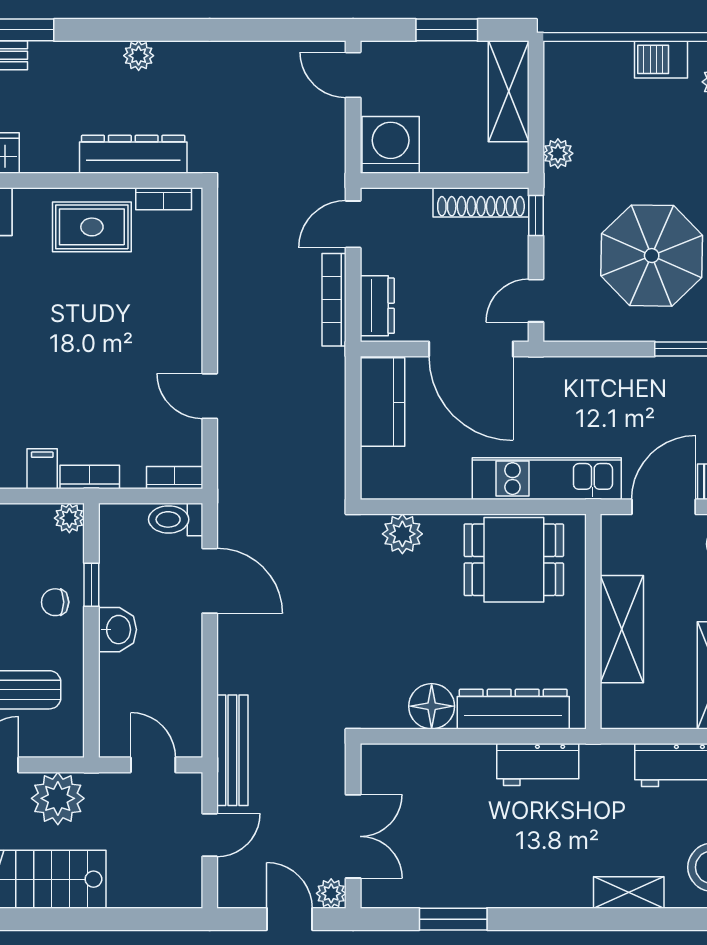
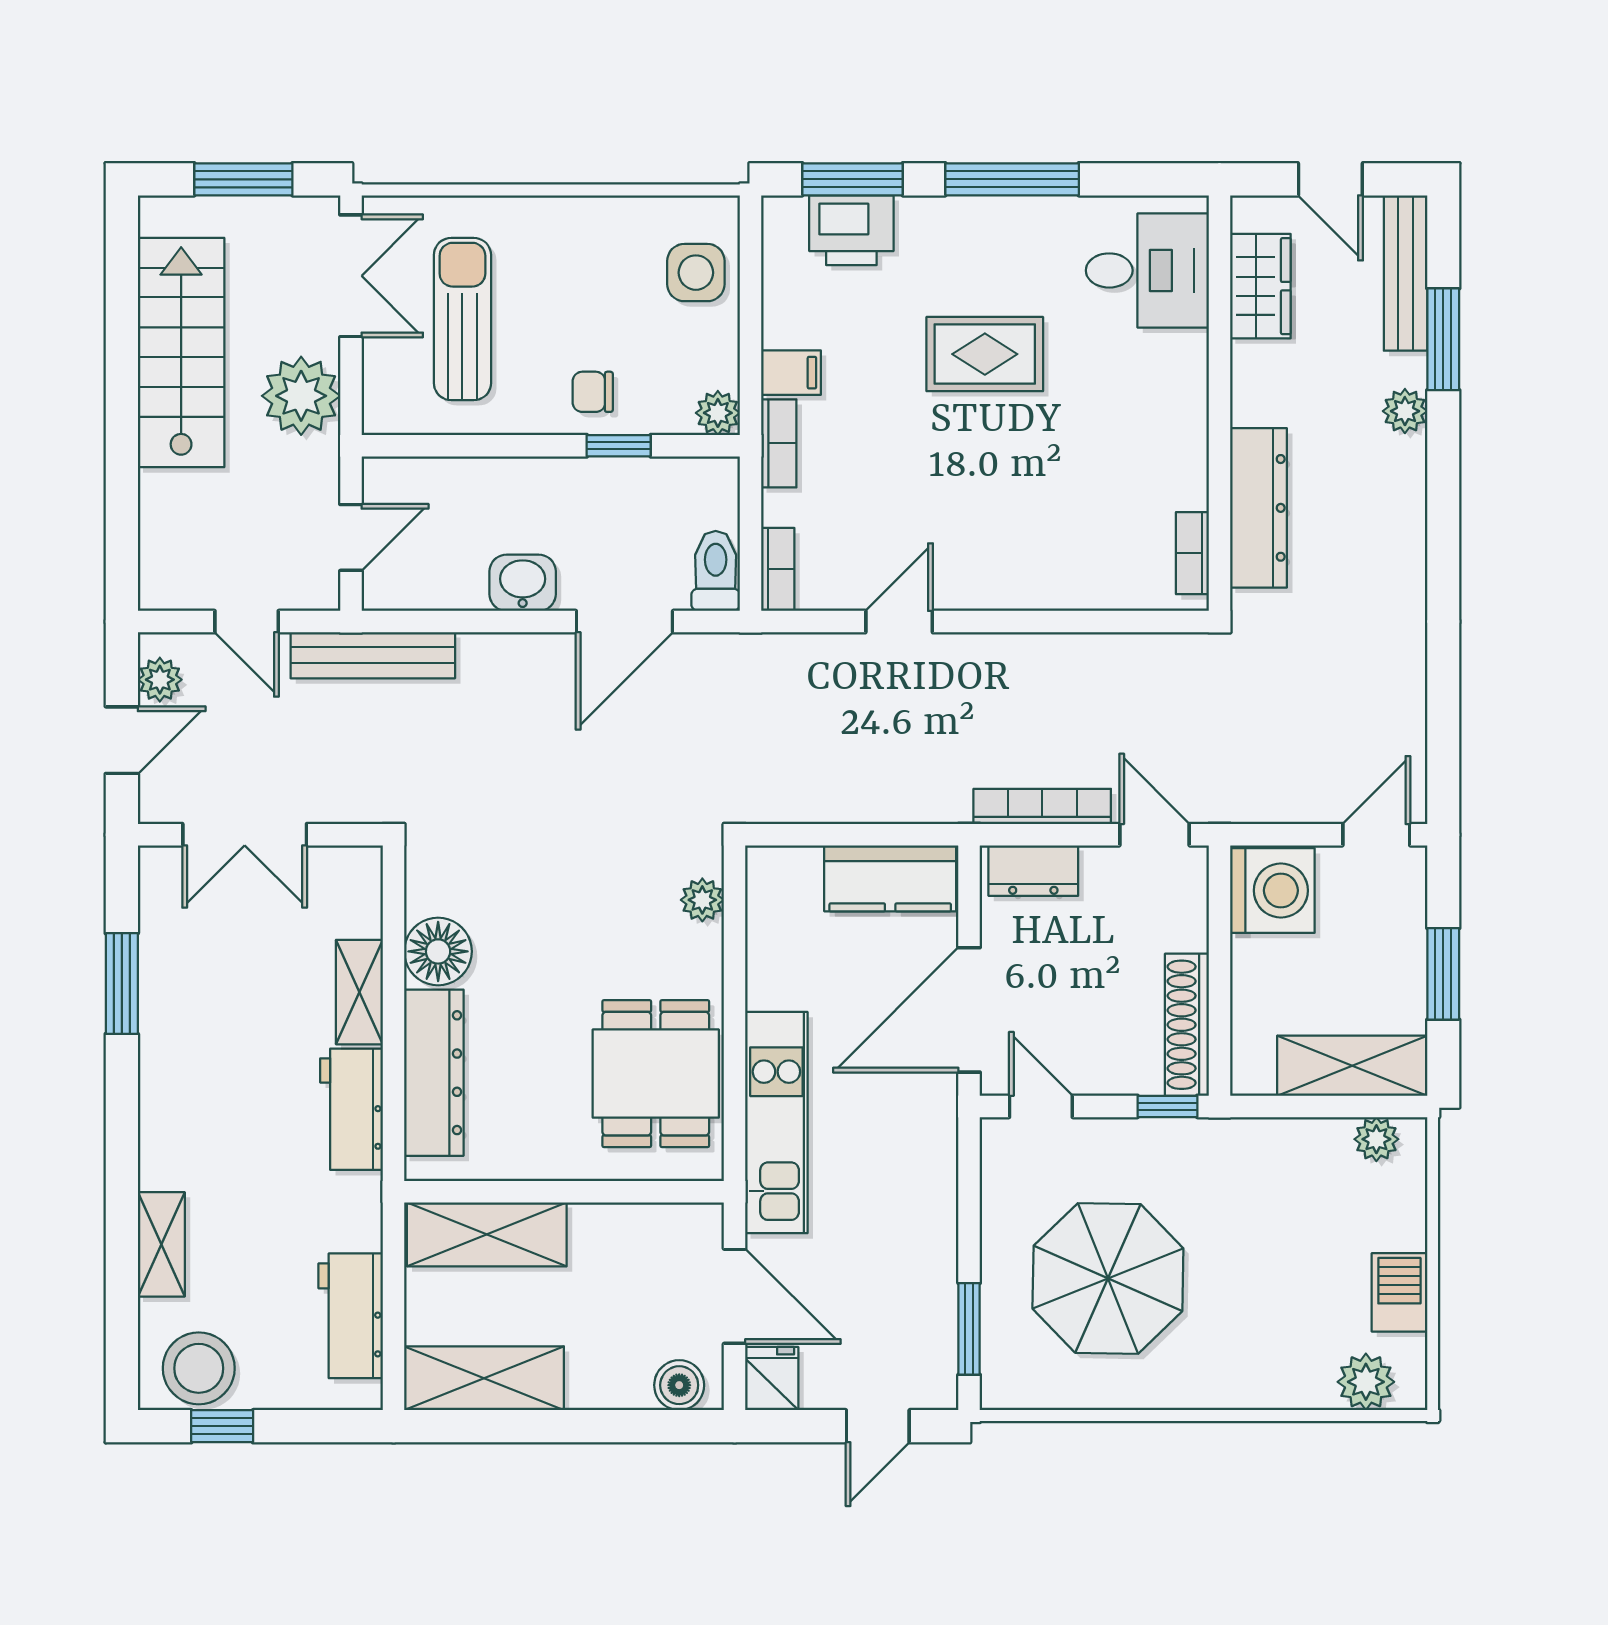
plant: (139, 56) -> (1405, 411), moved
plant: (558, 153) -> (1376, 1139), moved
rug: (92, 227) -> (985, 354), moved, turned 90
plant: (402, 534) -> (702, 900), width x0.73, depth x0.73
chair: (55, 602) -> (593, 392), turned -90
shelving: (622, 629) -> (487, 1234), moved
washbasin: (117, 630) -> (523, 583), moved, turned 180
shelving: (459, 759) -> (359, 992), added
plant: (331, 893) -> (160, 680), moved

